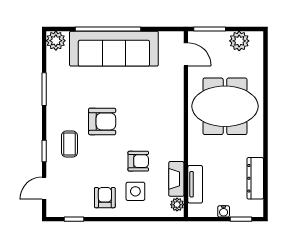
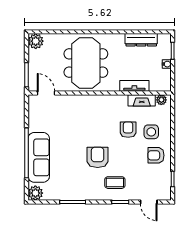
plant: (239, 41) -> (36, 41), moved
sofa: (114, 49) -> (39, 157), width x0.74, depth x0.79
door: (186, 54) -> (46, 93), hinge flipped
tv unit: (195, 184) -> (134, 86), moved

